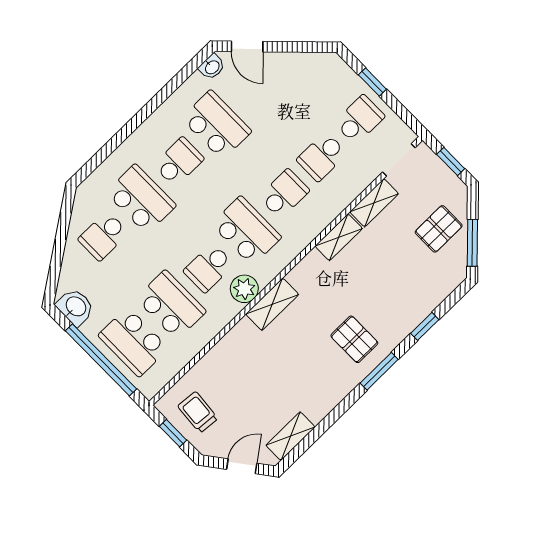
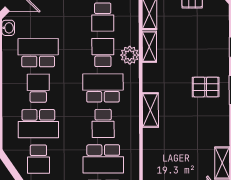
school desk: (141, 199) -> (38, 124), turned 180
plant: (244, 289) -> (130, 55), moved
school desk: (171, 305) -> (103, 159), turned 180

